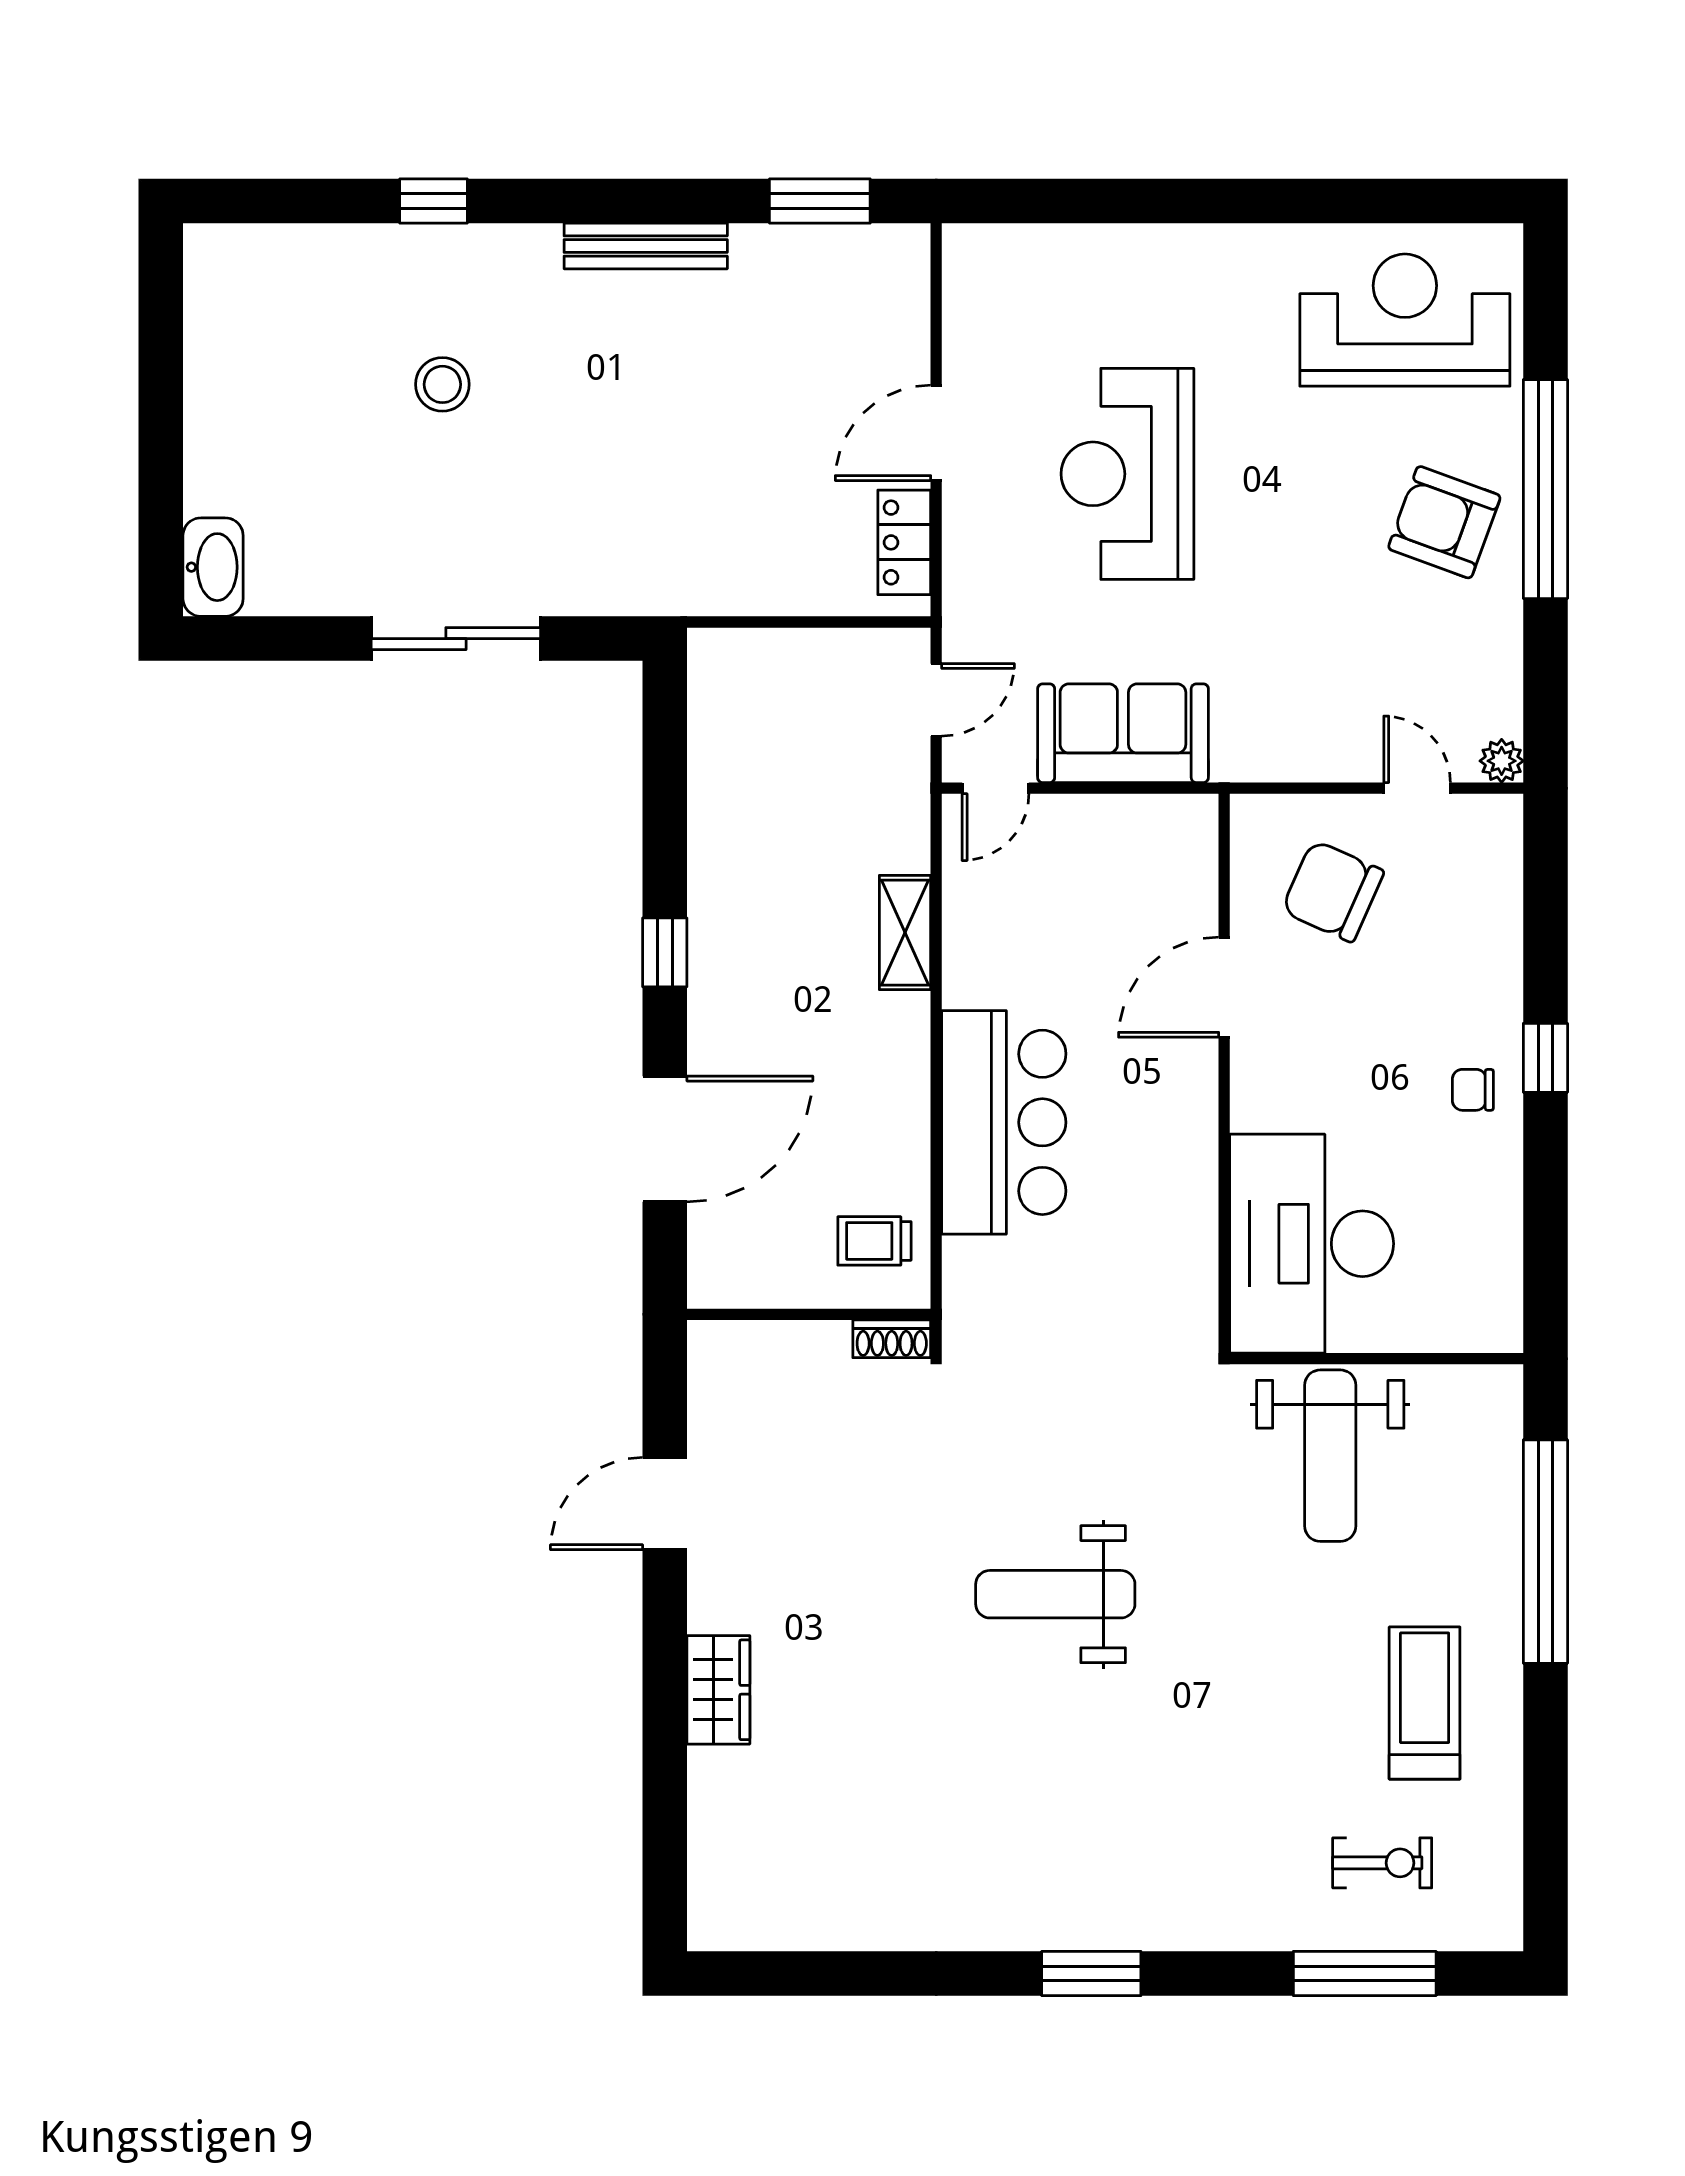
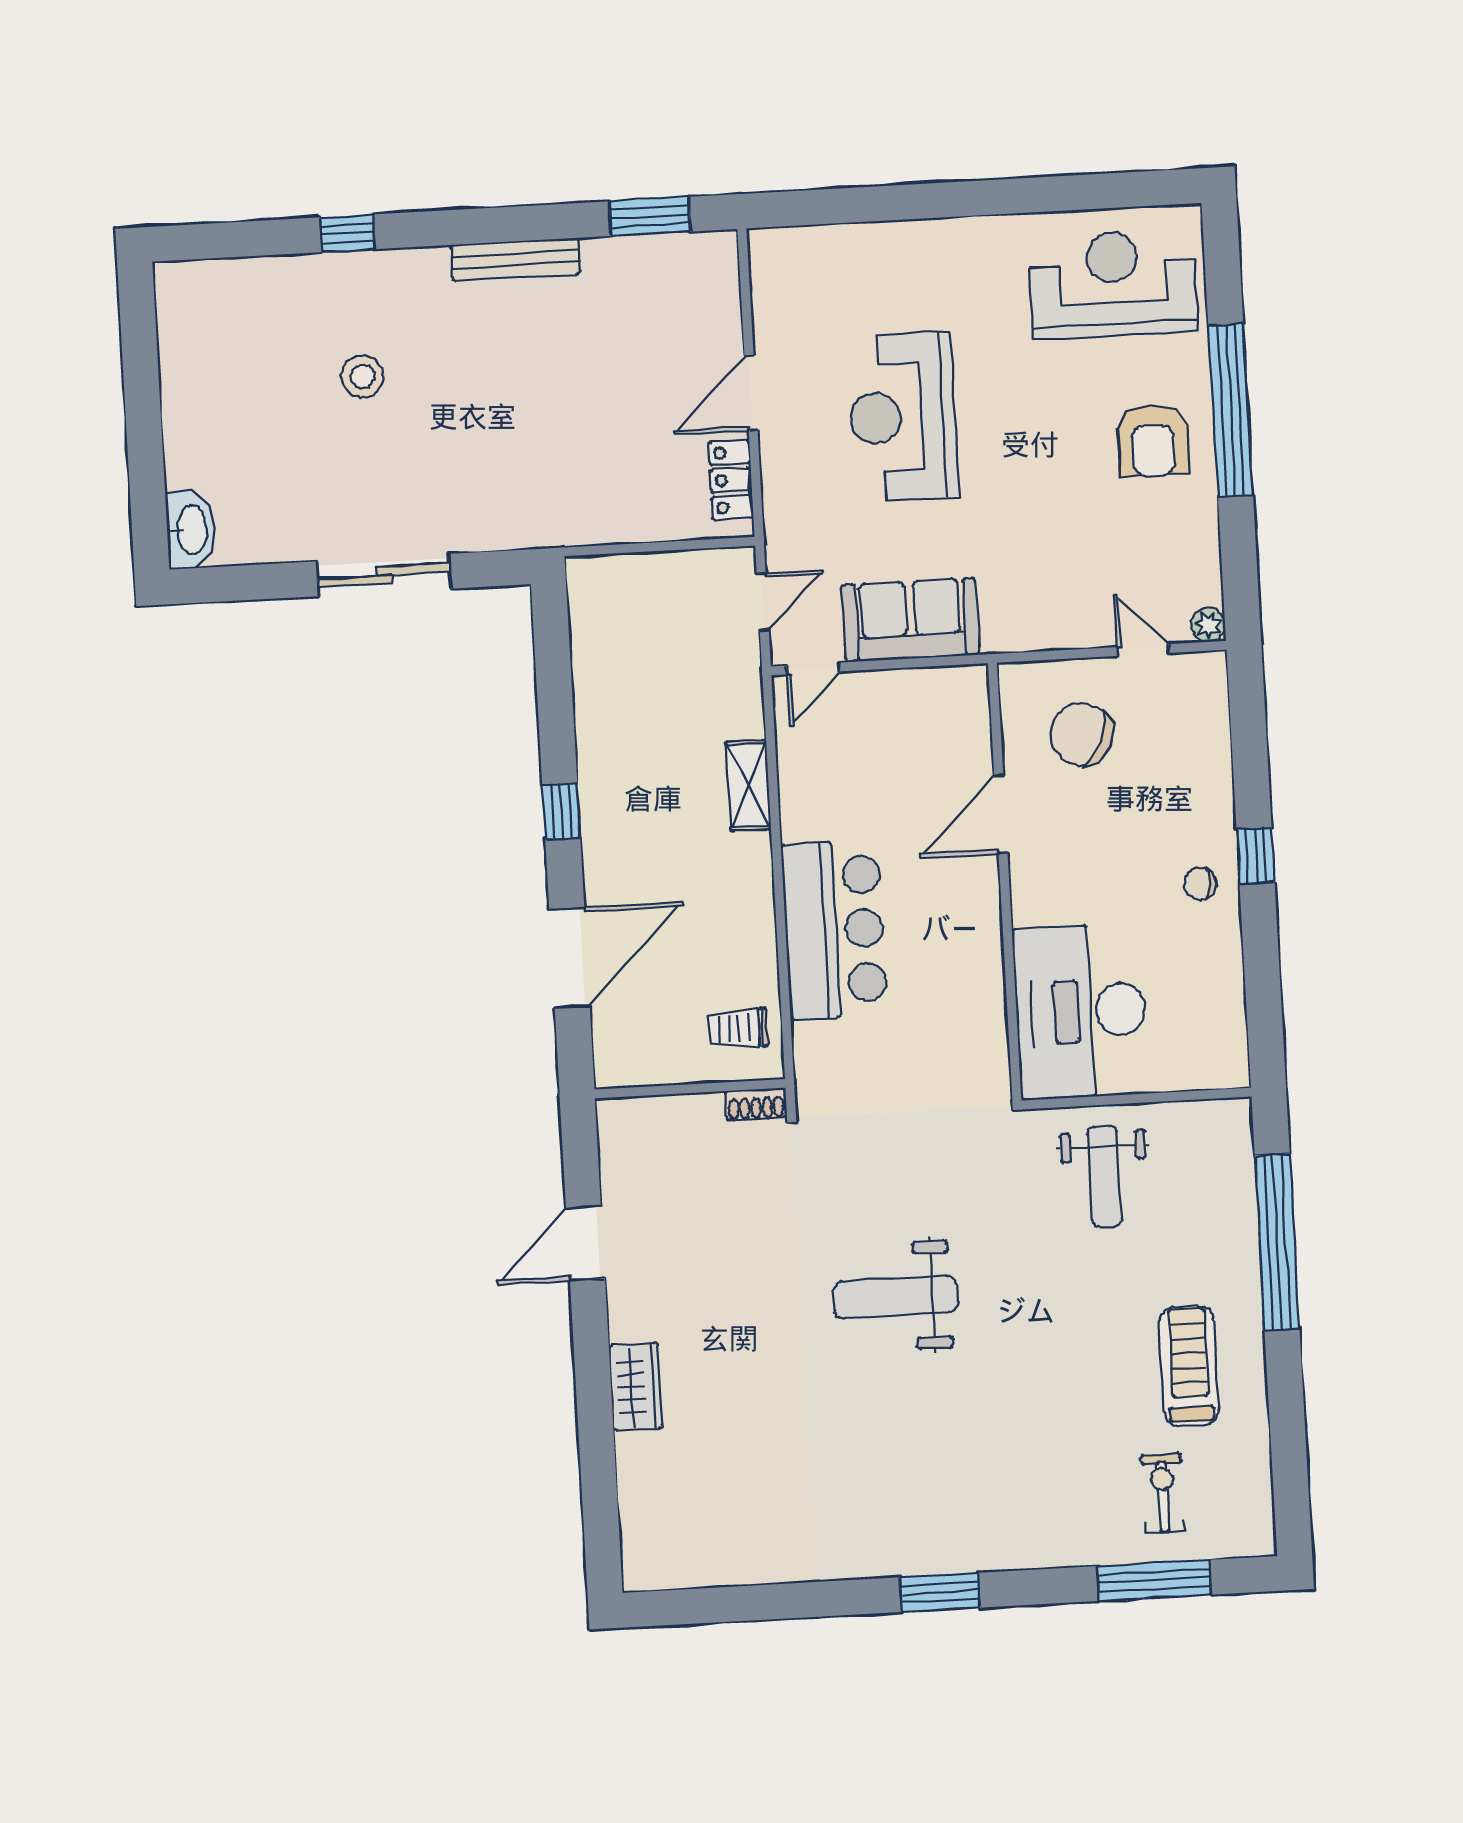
armchair: (1444, 522) -> (1153, 441), turned -110
weight bench: (1330, 1456) -> (1104, 1176), width x0.73, depth x0.75
exercise bike: (1382, 1863) -> (1163, 1493), turned -90

